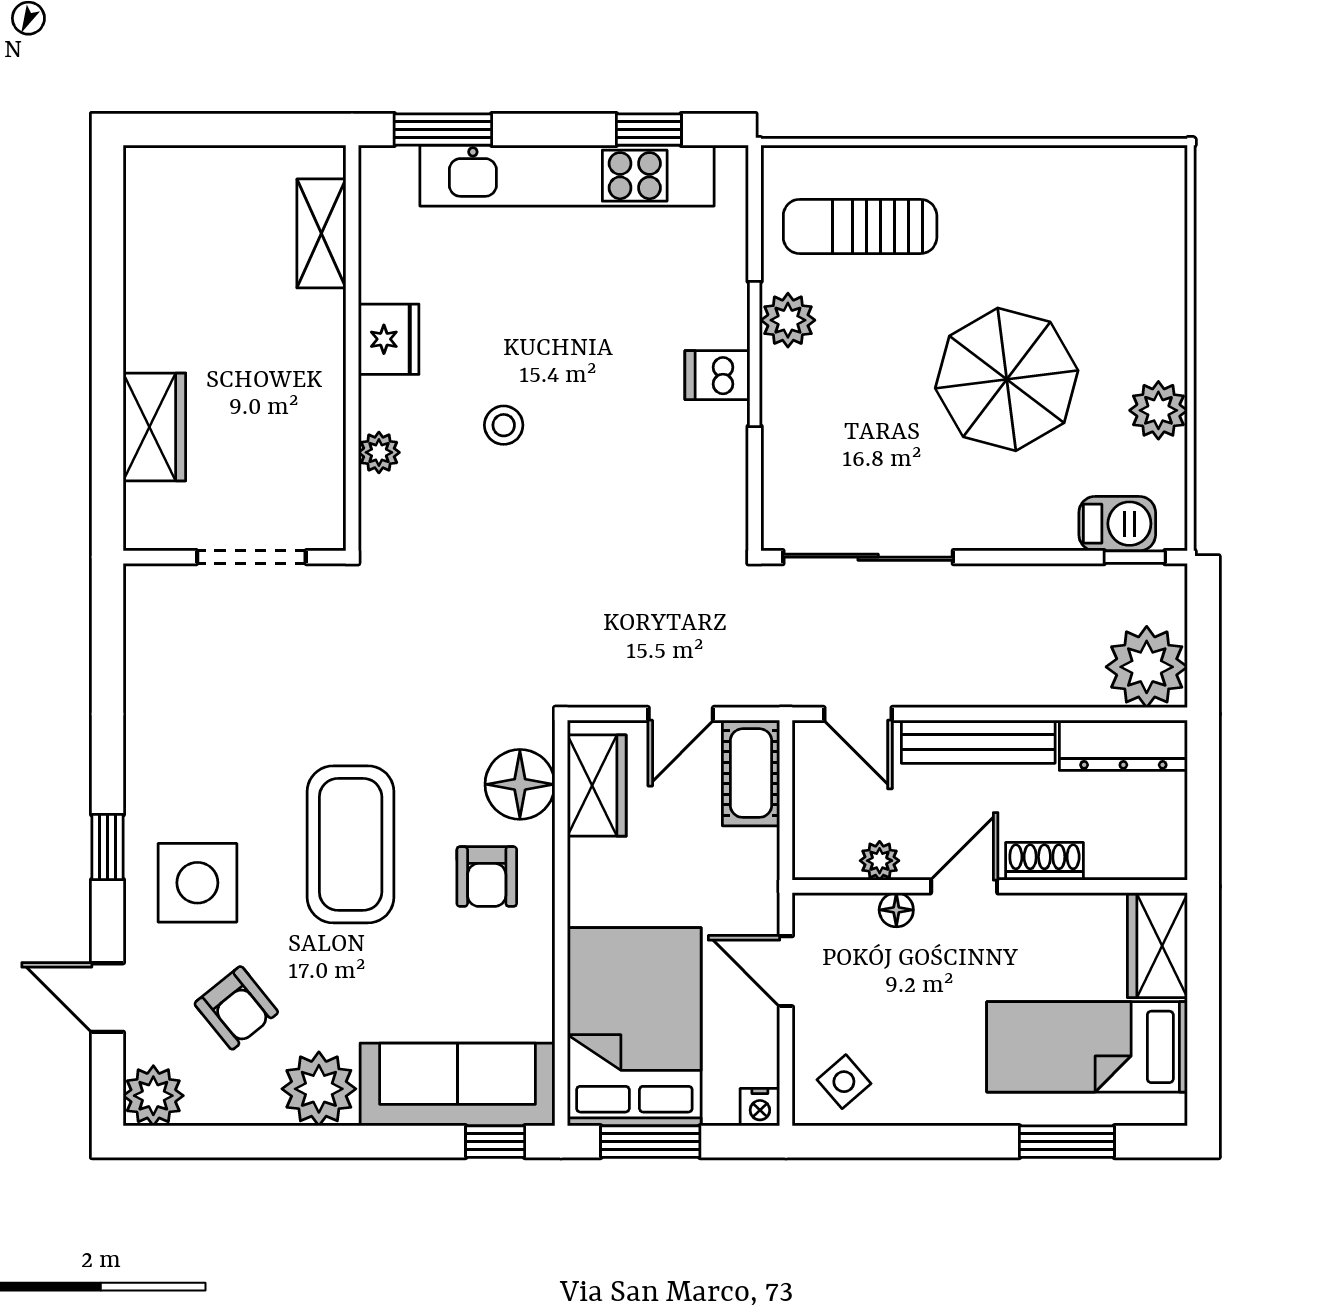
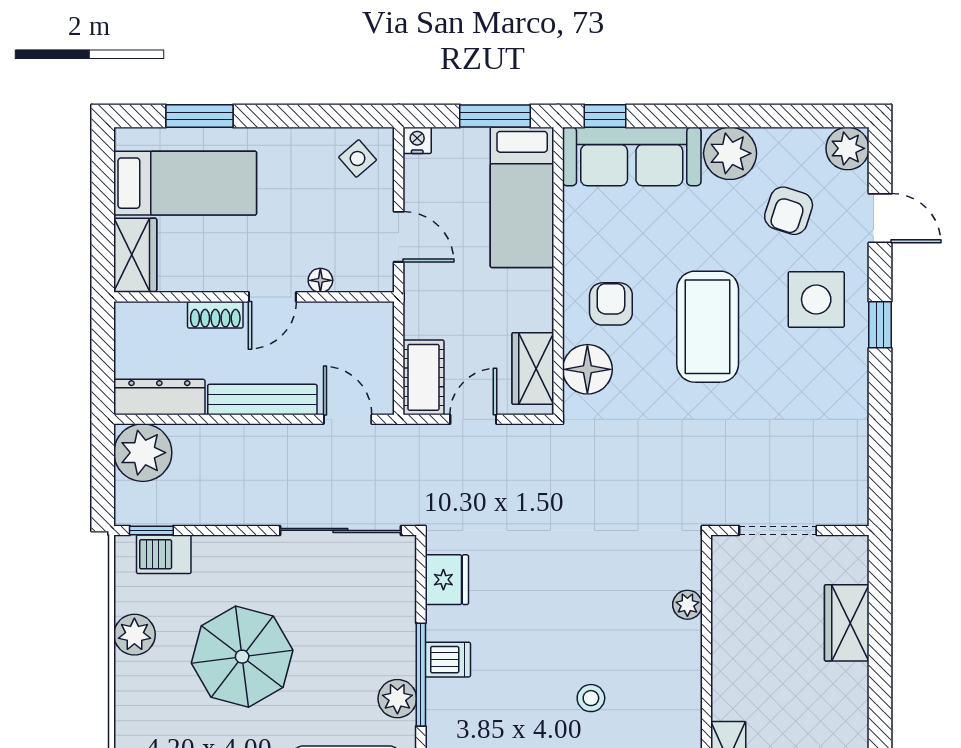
fridge: (389, 339) -> (447, 580), moved, turned 180
stool: (504, 425) -> (591, 698), moved
plant: (880, 861) -> (332, 315), removed
armchair: (236, 1008) -> (789, 211), turned -123
bed: (634, 1027) -> (522, 197), width x0.67

